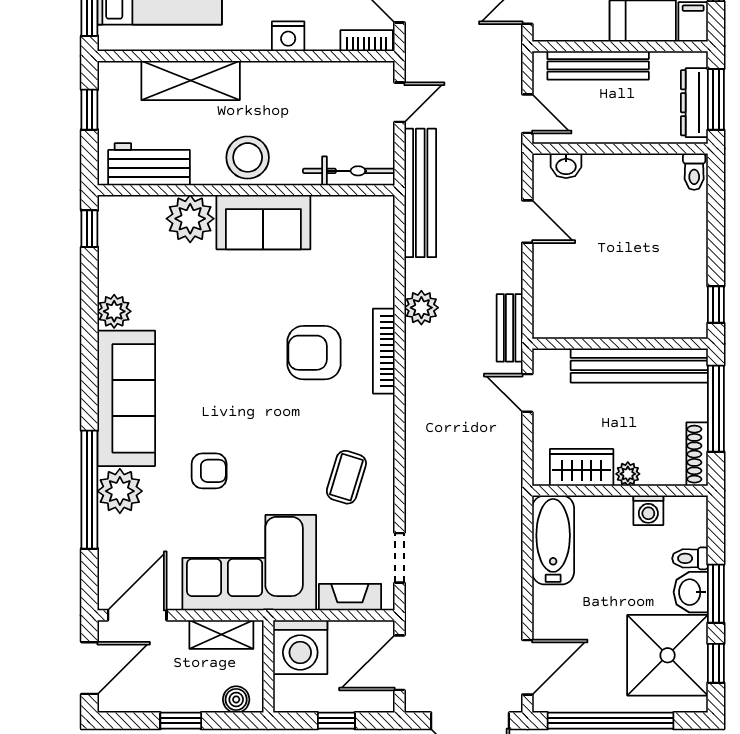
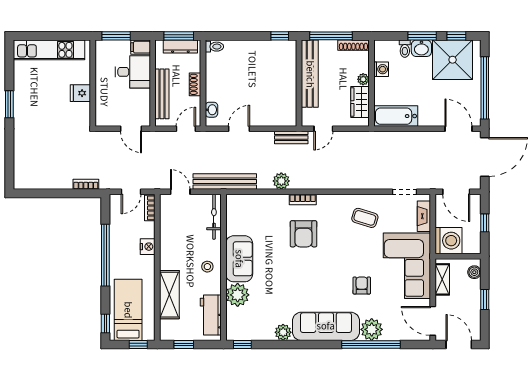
shoe rack: (618, 132) -> (195, 84), added
stool: (248, 157) -> (207, 267), width x0.53, depth x0.53
bookcase: (384, 351) -> (303, 199), width x0.64

